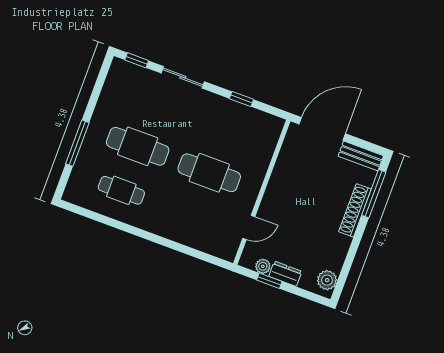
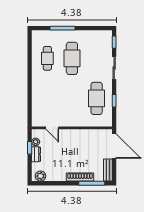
cafe table: (209, 173) -> (97, 98), moved

